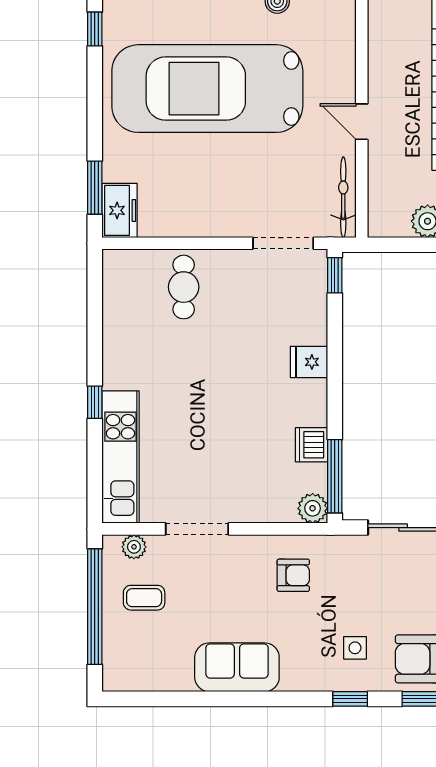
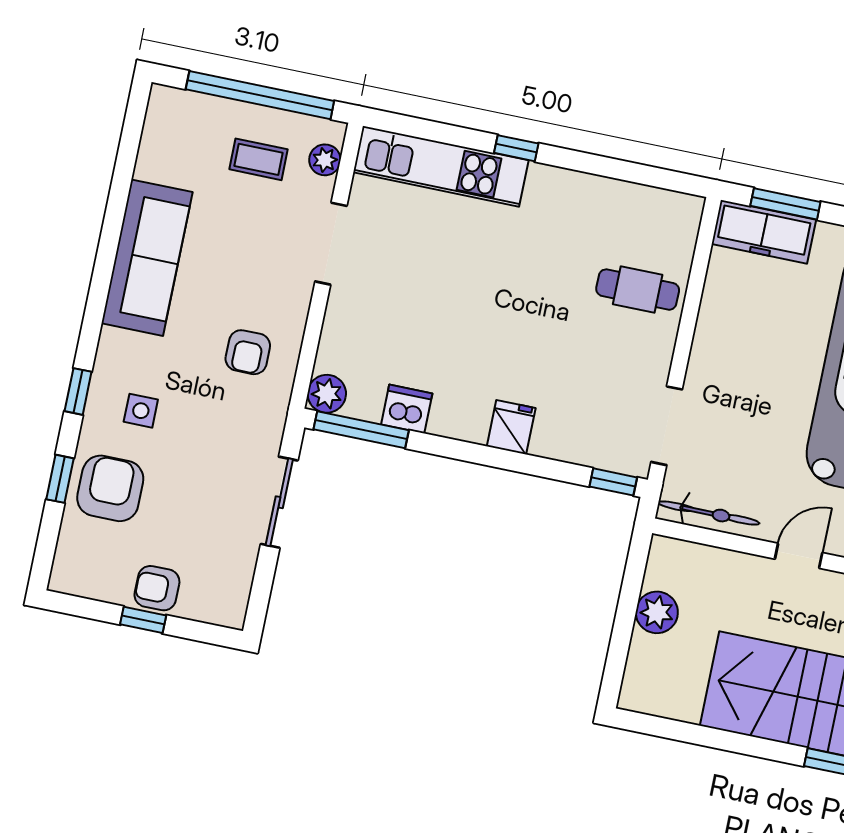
freezer: (119, 210) -> (764, 232), width x1.40
coffee table: (144, 598) -> (258, 159), turned 90
sofa: (237, 667) -> (147, 258), width x1.36

